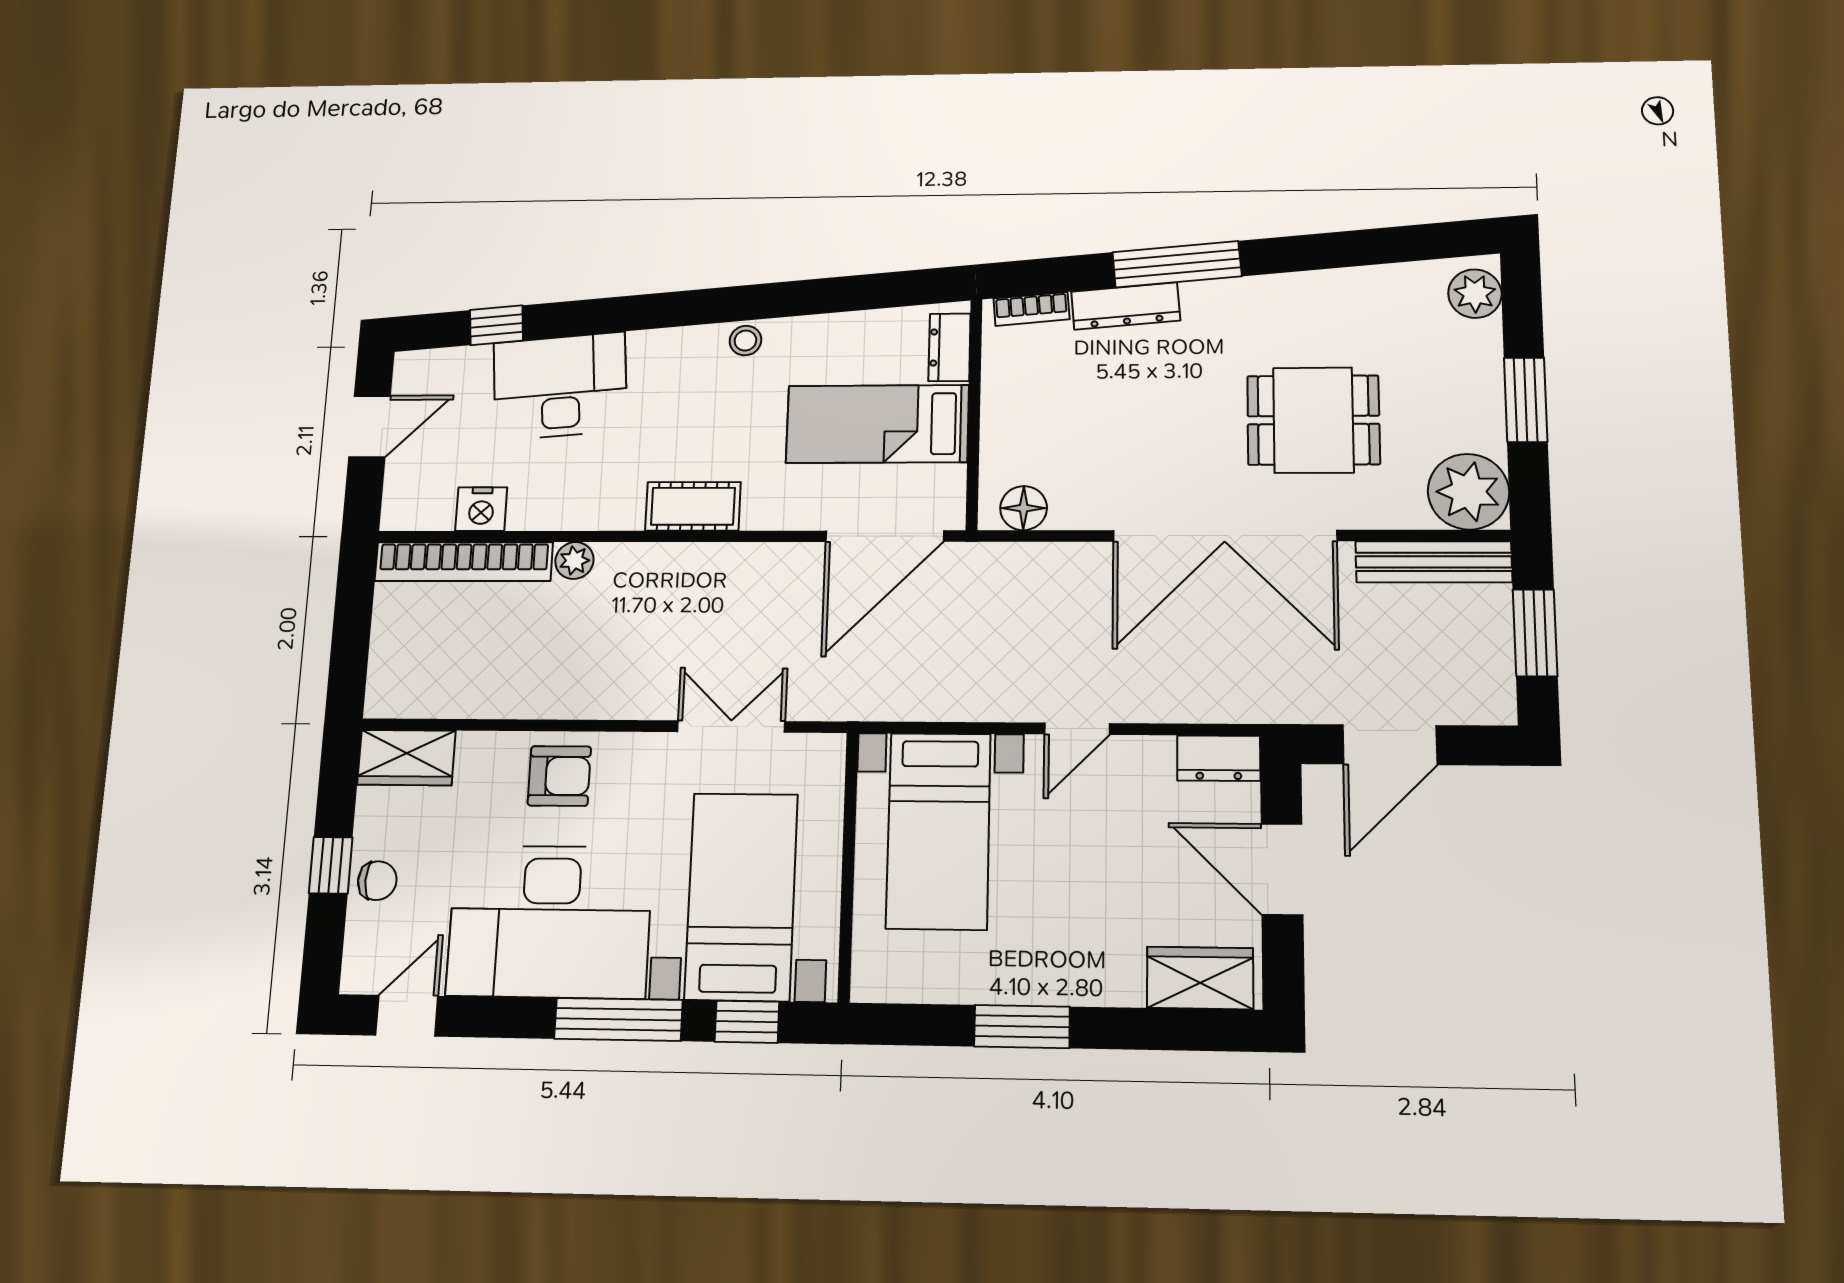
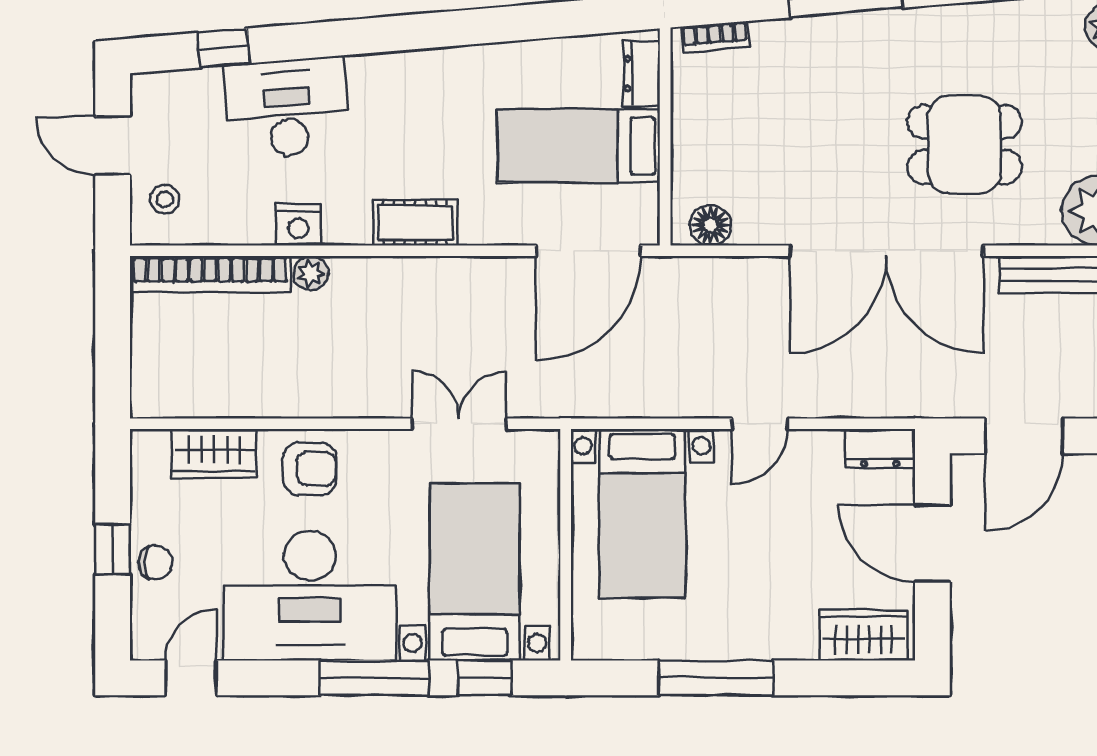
dresser: (1126, 306) -> (799, 35), removed
stool: (745, 341) -> (165, 199), moved
door: (370, 426) -> (113, 146), swing flipped
nightstand: (481, 509) -> (298, 225), moved
wardrobe: (406, 758) -> (214, 453), moved
window: (1022, 1027) -> (716, 678), width x1.44

